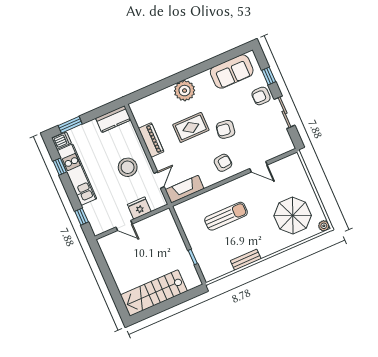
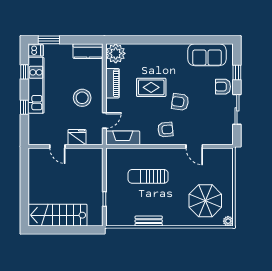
plant: (185, 91) -> (116, 53), moved
sun lounger: (226, 216) -> (148, 176), turned 180
window: (82, 217) -> (24, 107), moved

